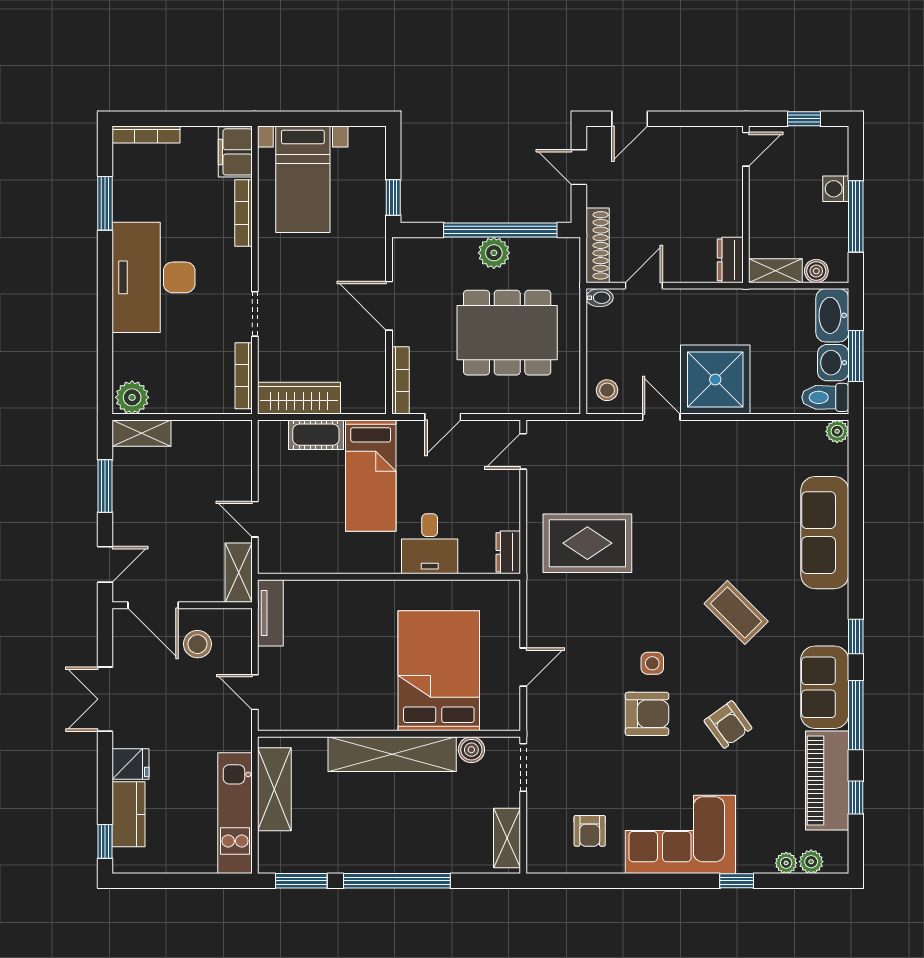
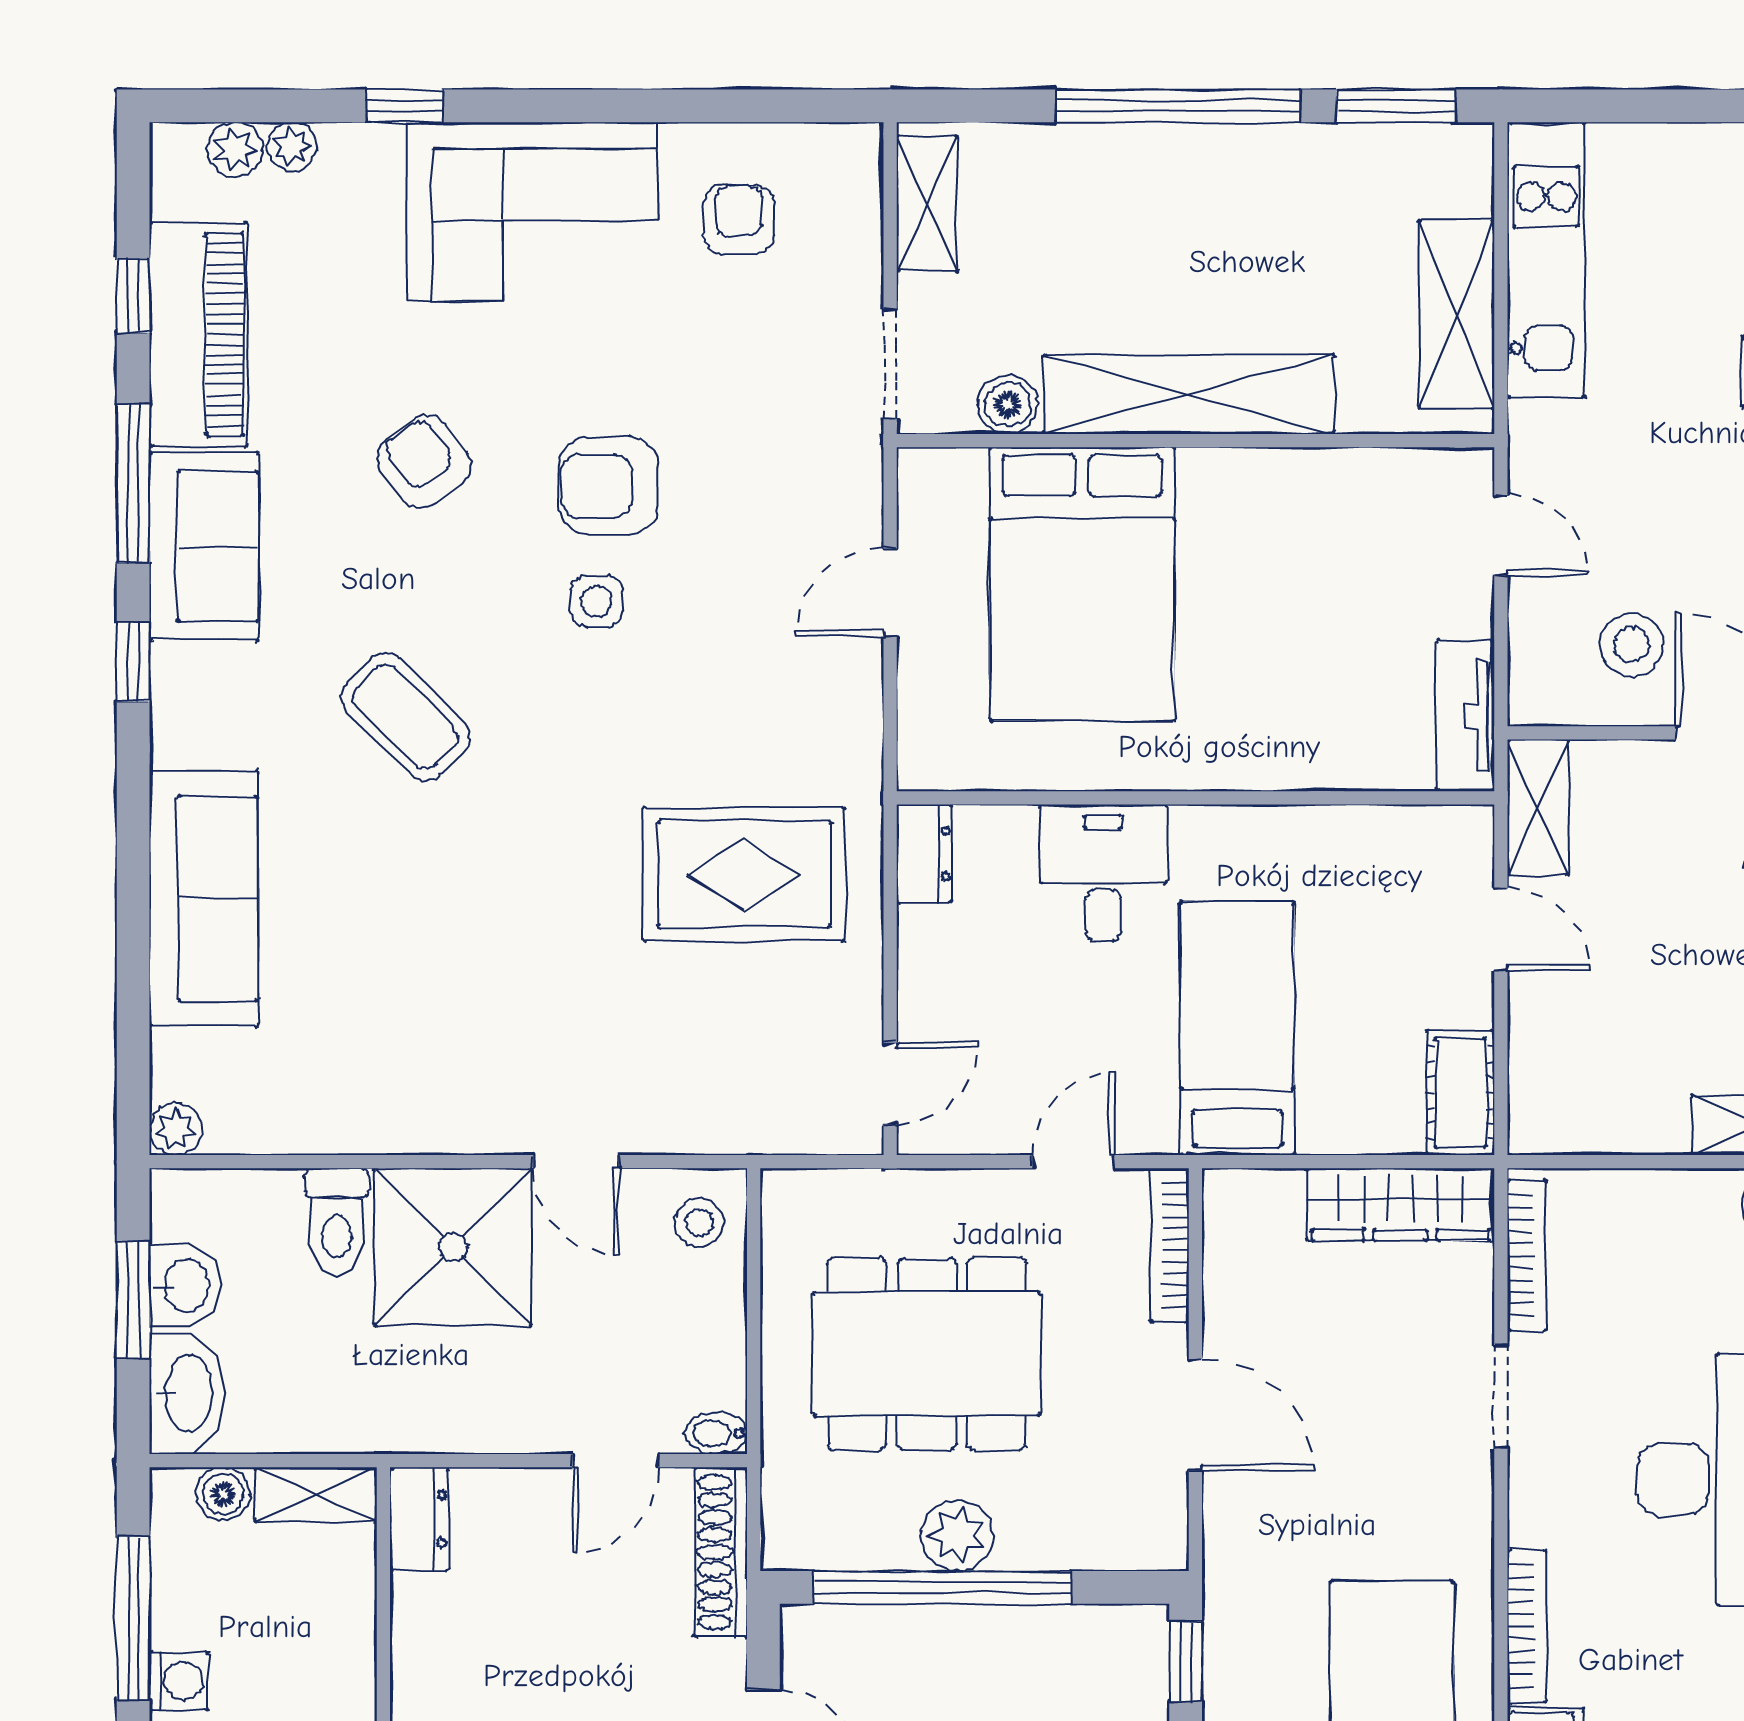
toilet: (825, 397) -> (337, 1221), moved, turned 90
cot: (316, 435) -> (1460, 1093), moved, turned 90

